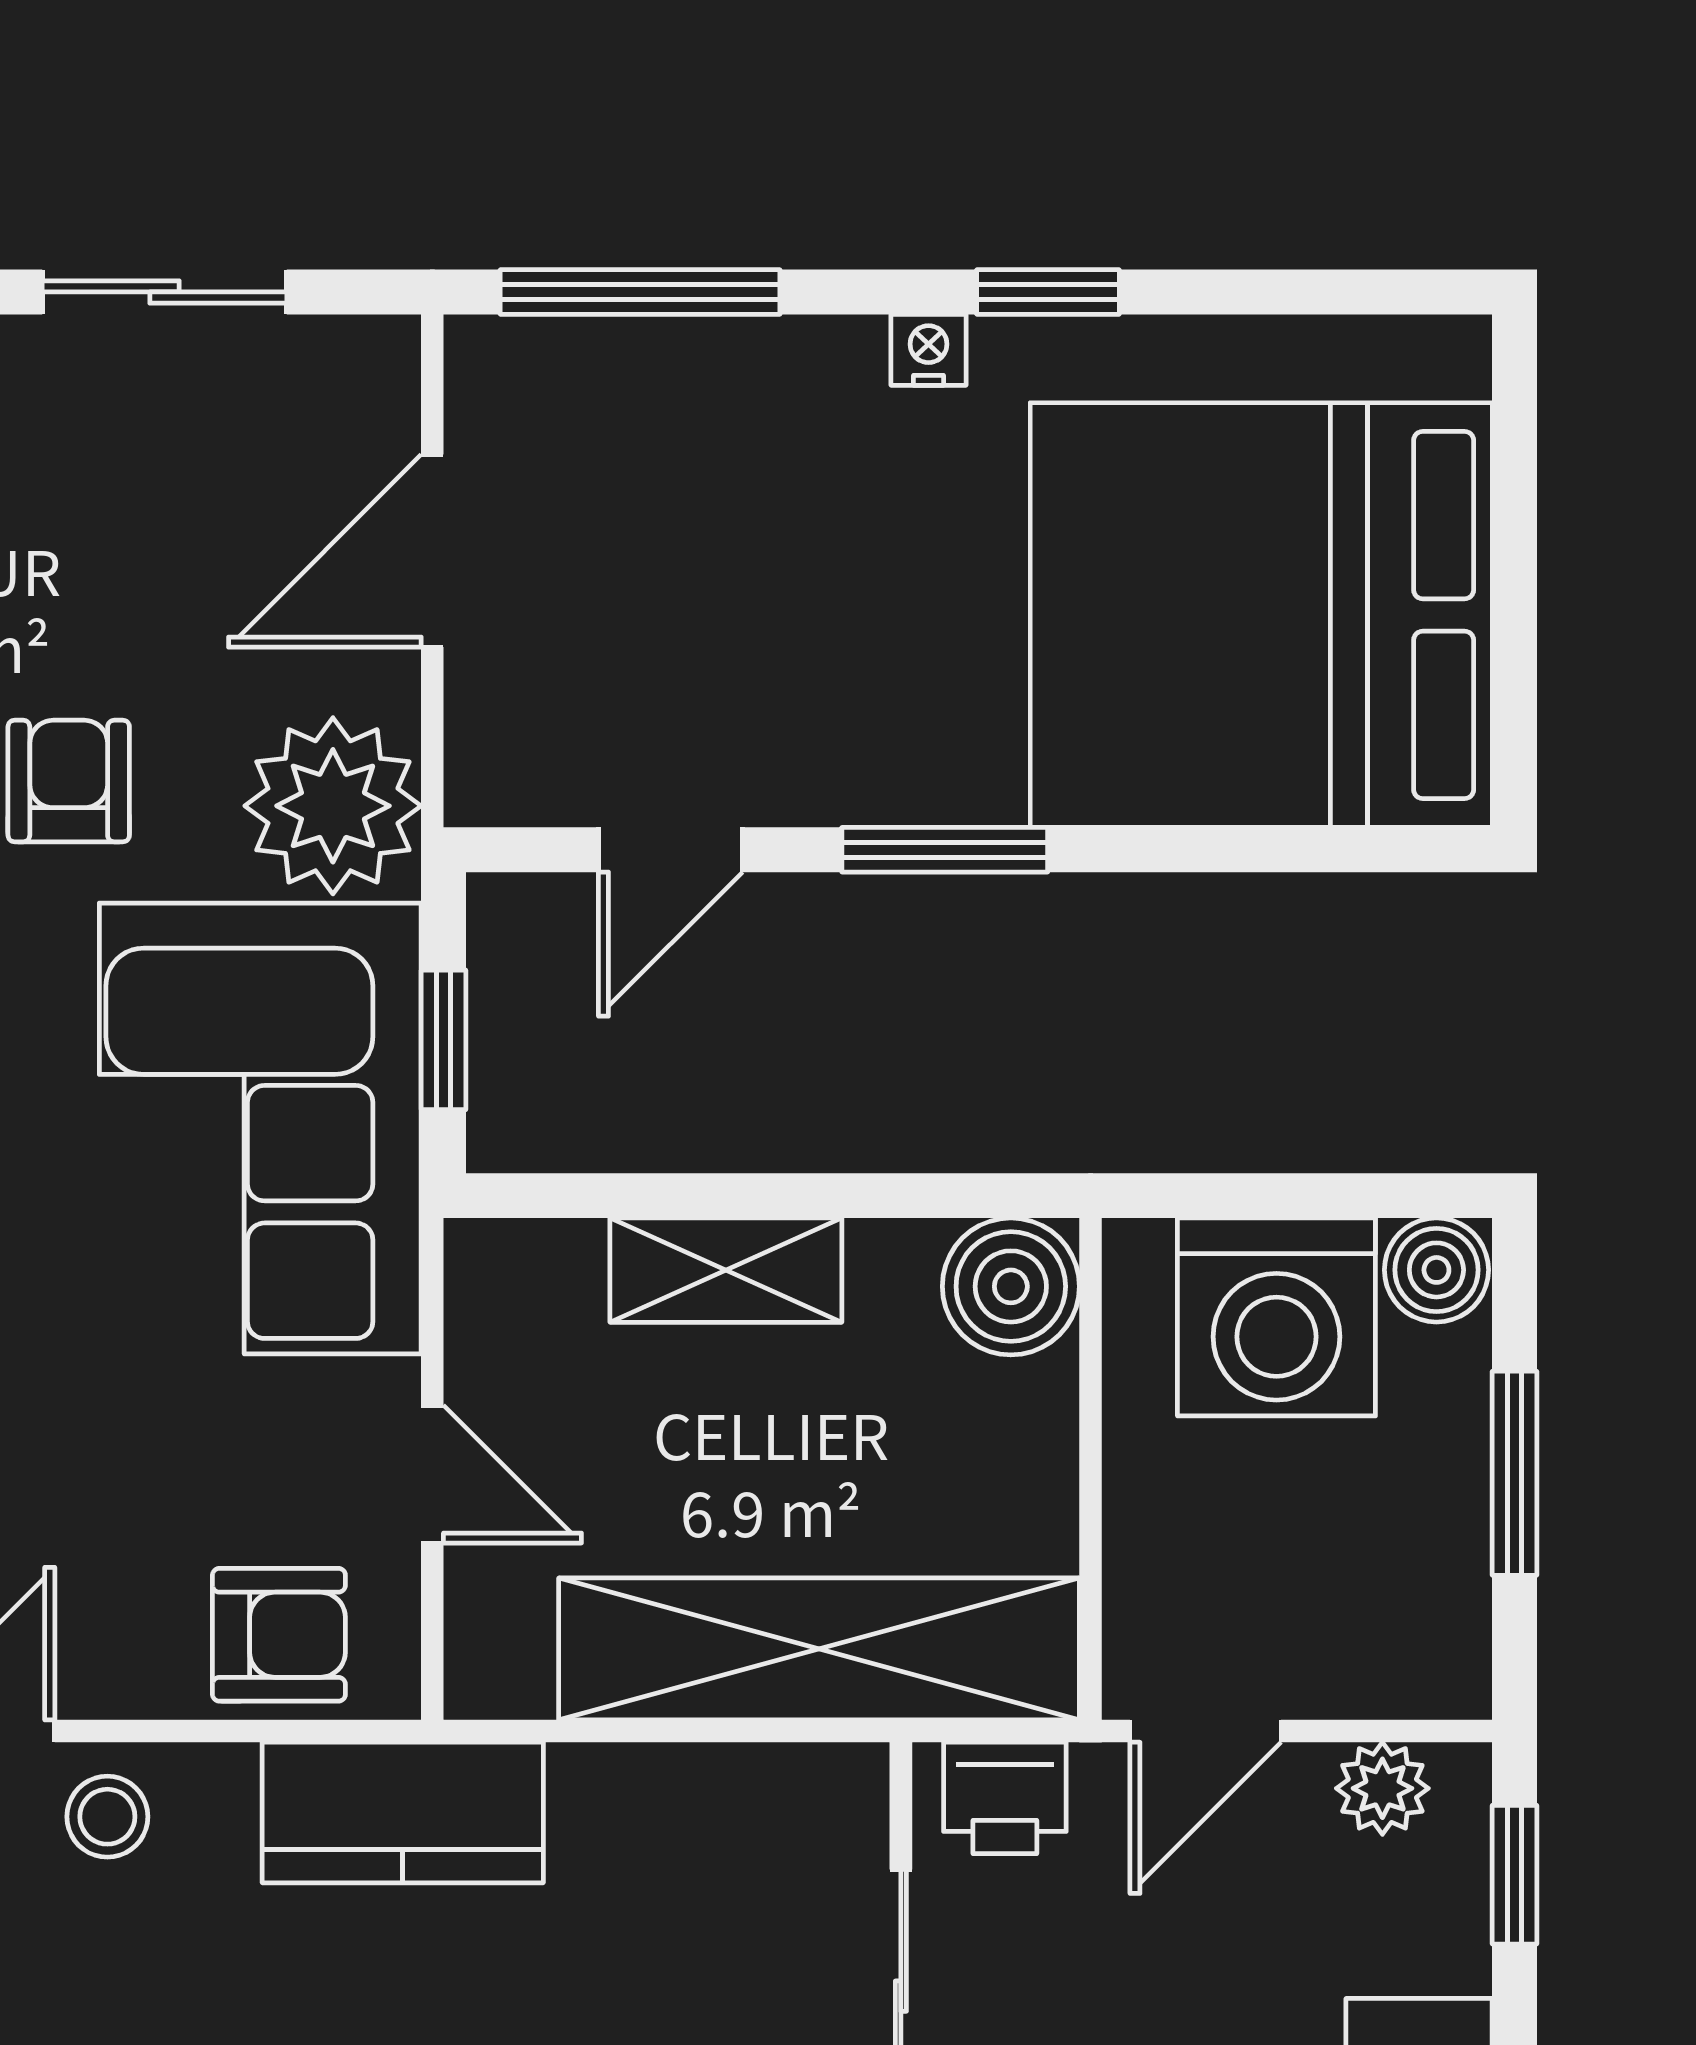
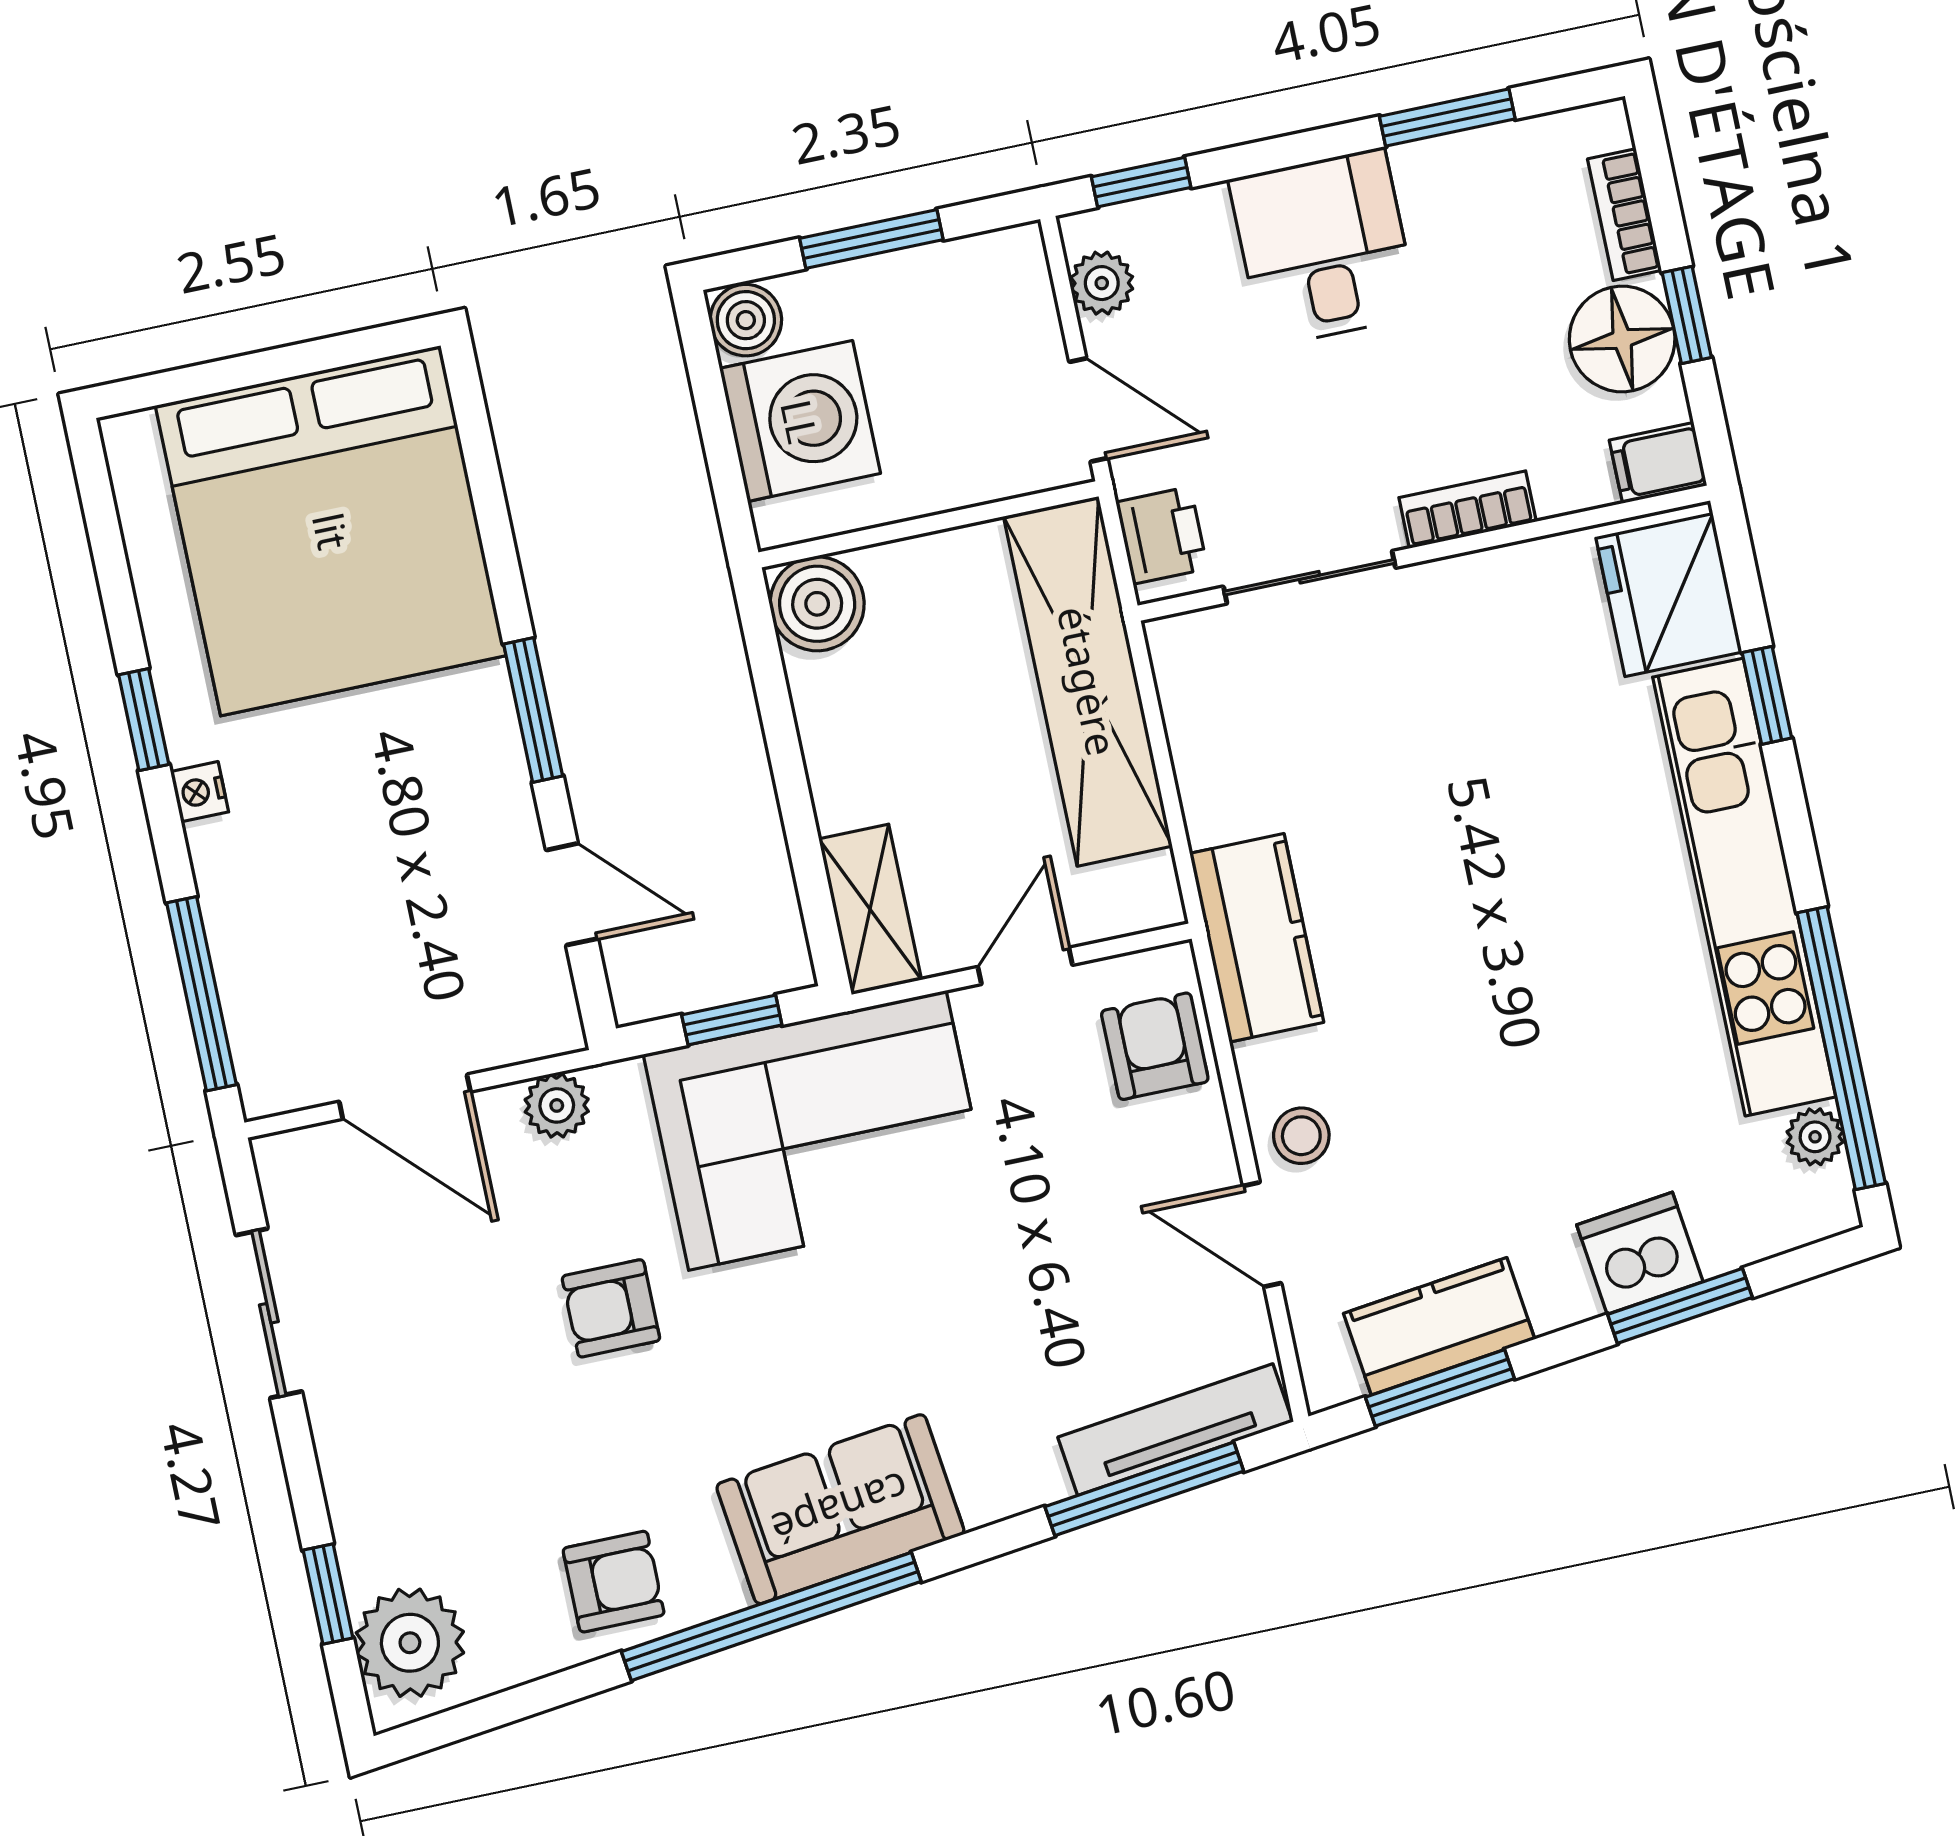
plant: (333, 806) -> (557, 1105), width x0.53, depth x0.53
shelving: (726, 1270) -> (870, 909), moved

